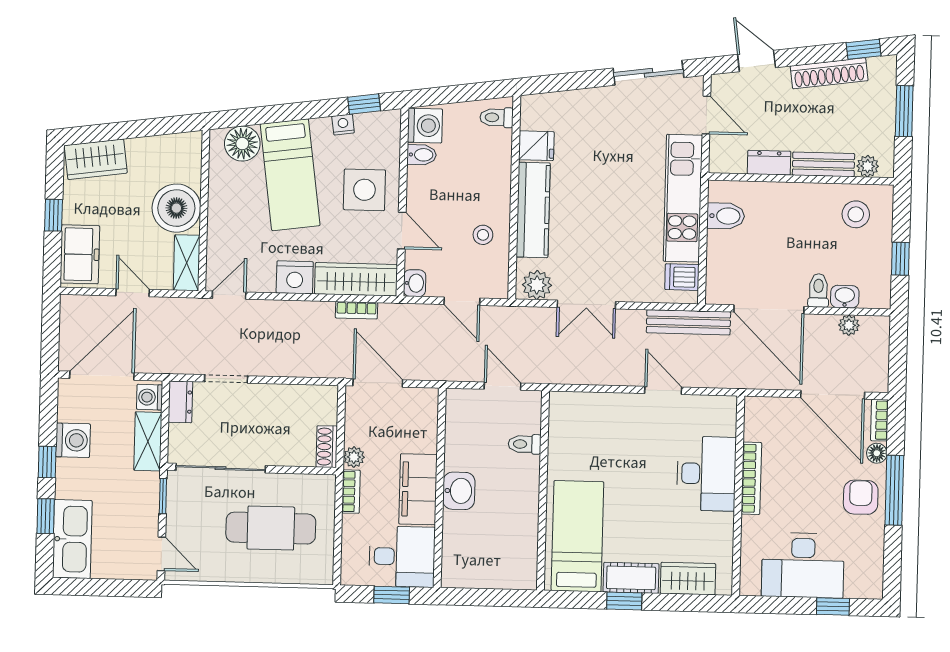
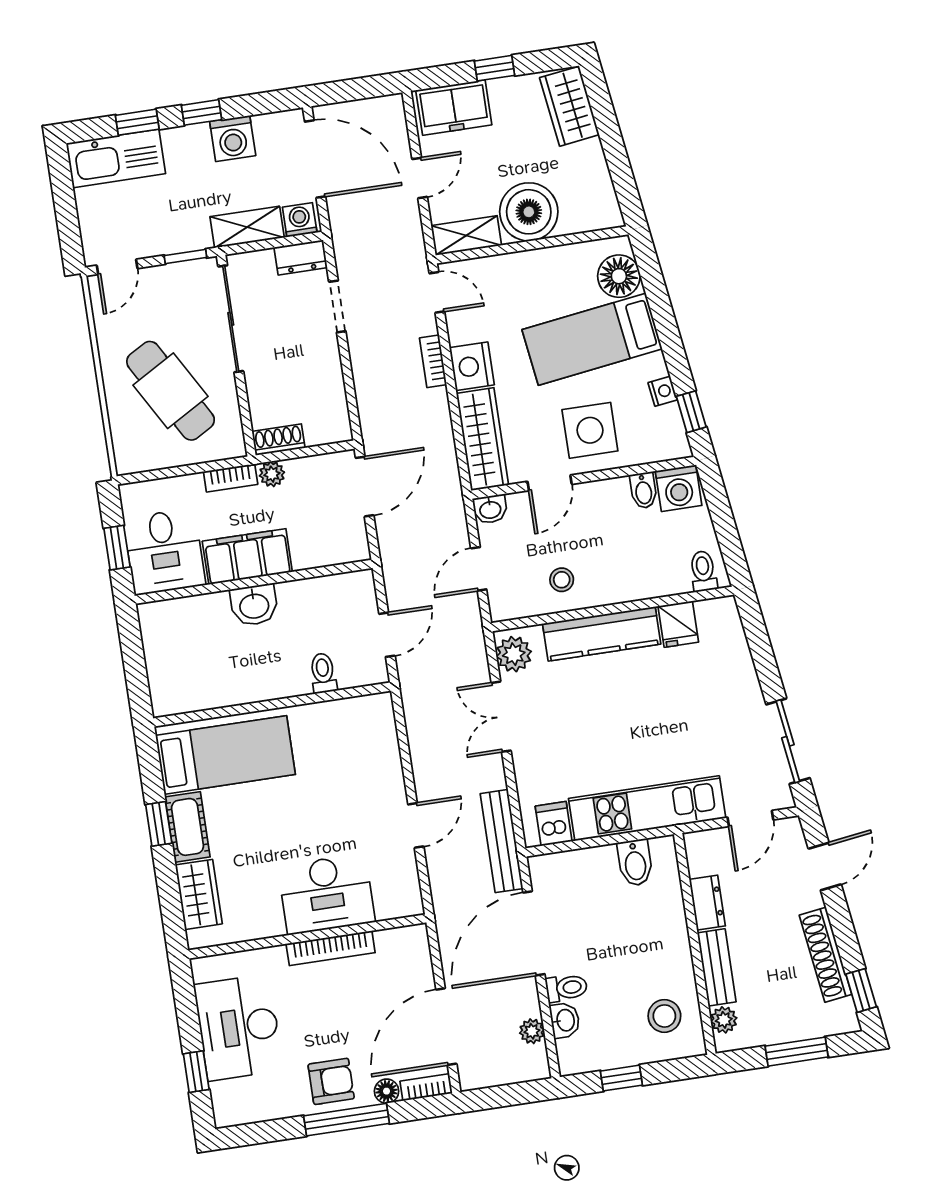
bookcase: (356, 310) -> (433, 361), moved
cafe table: (271, 528) -> (171, 391), turned -30

